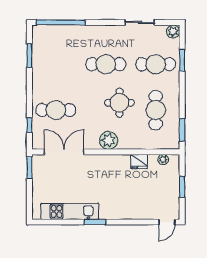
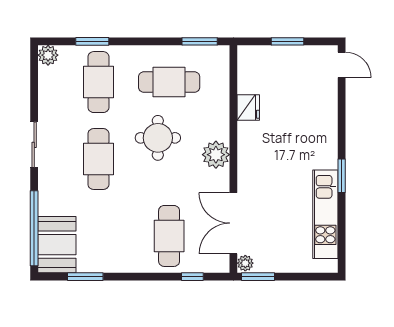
sliding door: (140, 22) -> (34, 145), moved
booth: (50, 37) -> (57, 245), added
plant: (163, 159) -> (245, 263), moved

